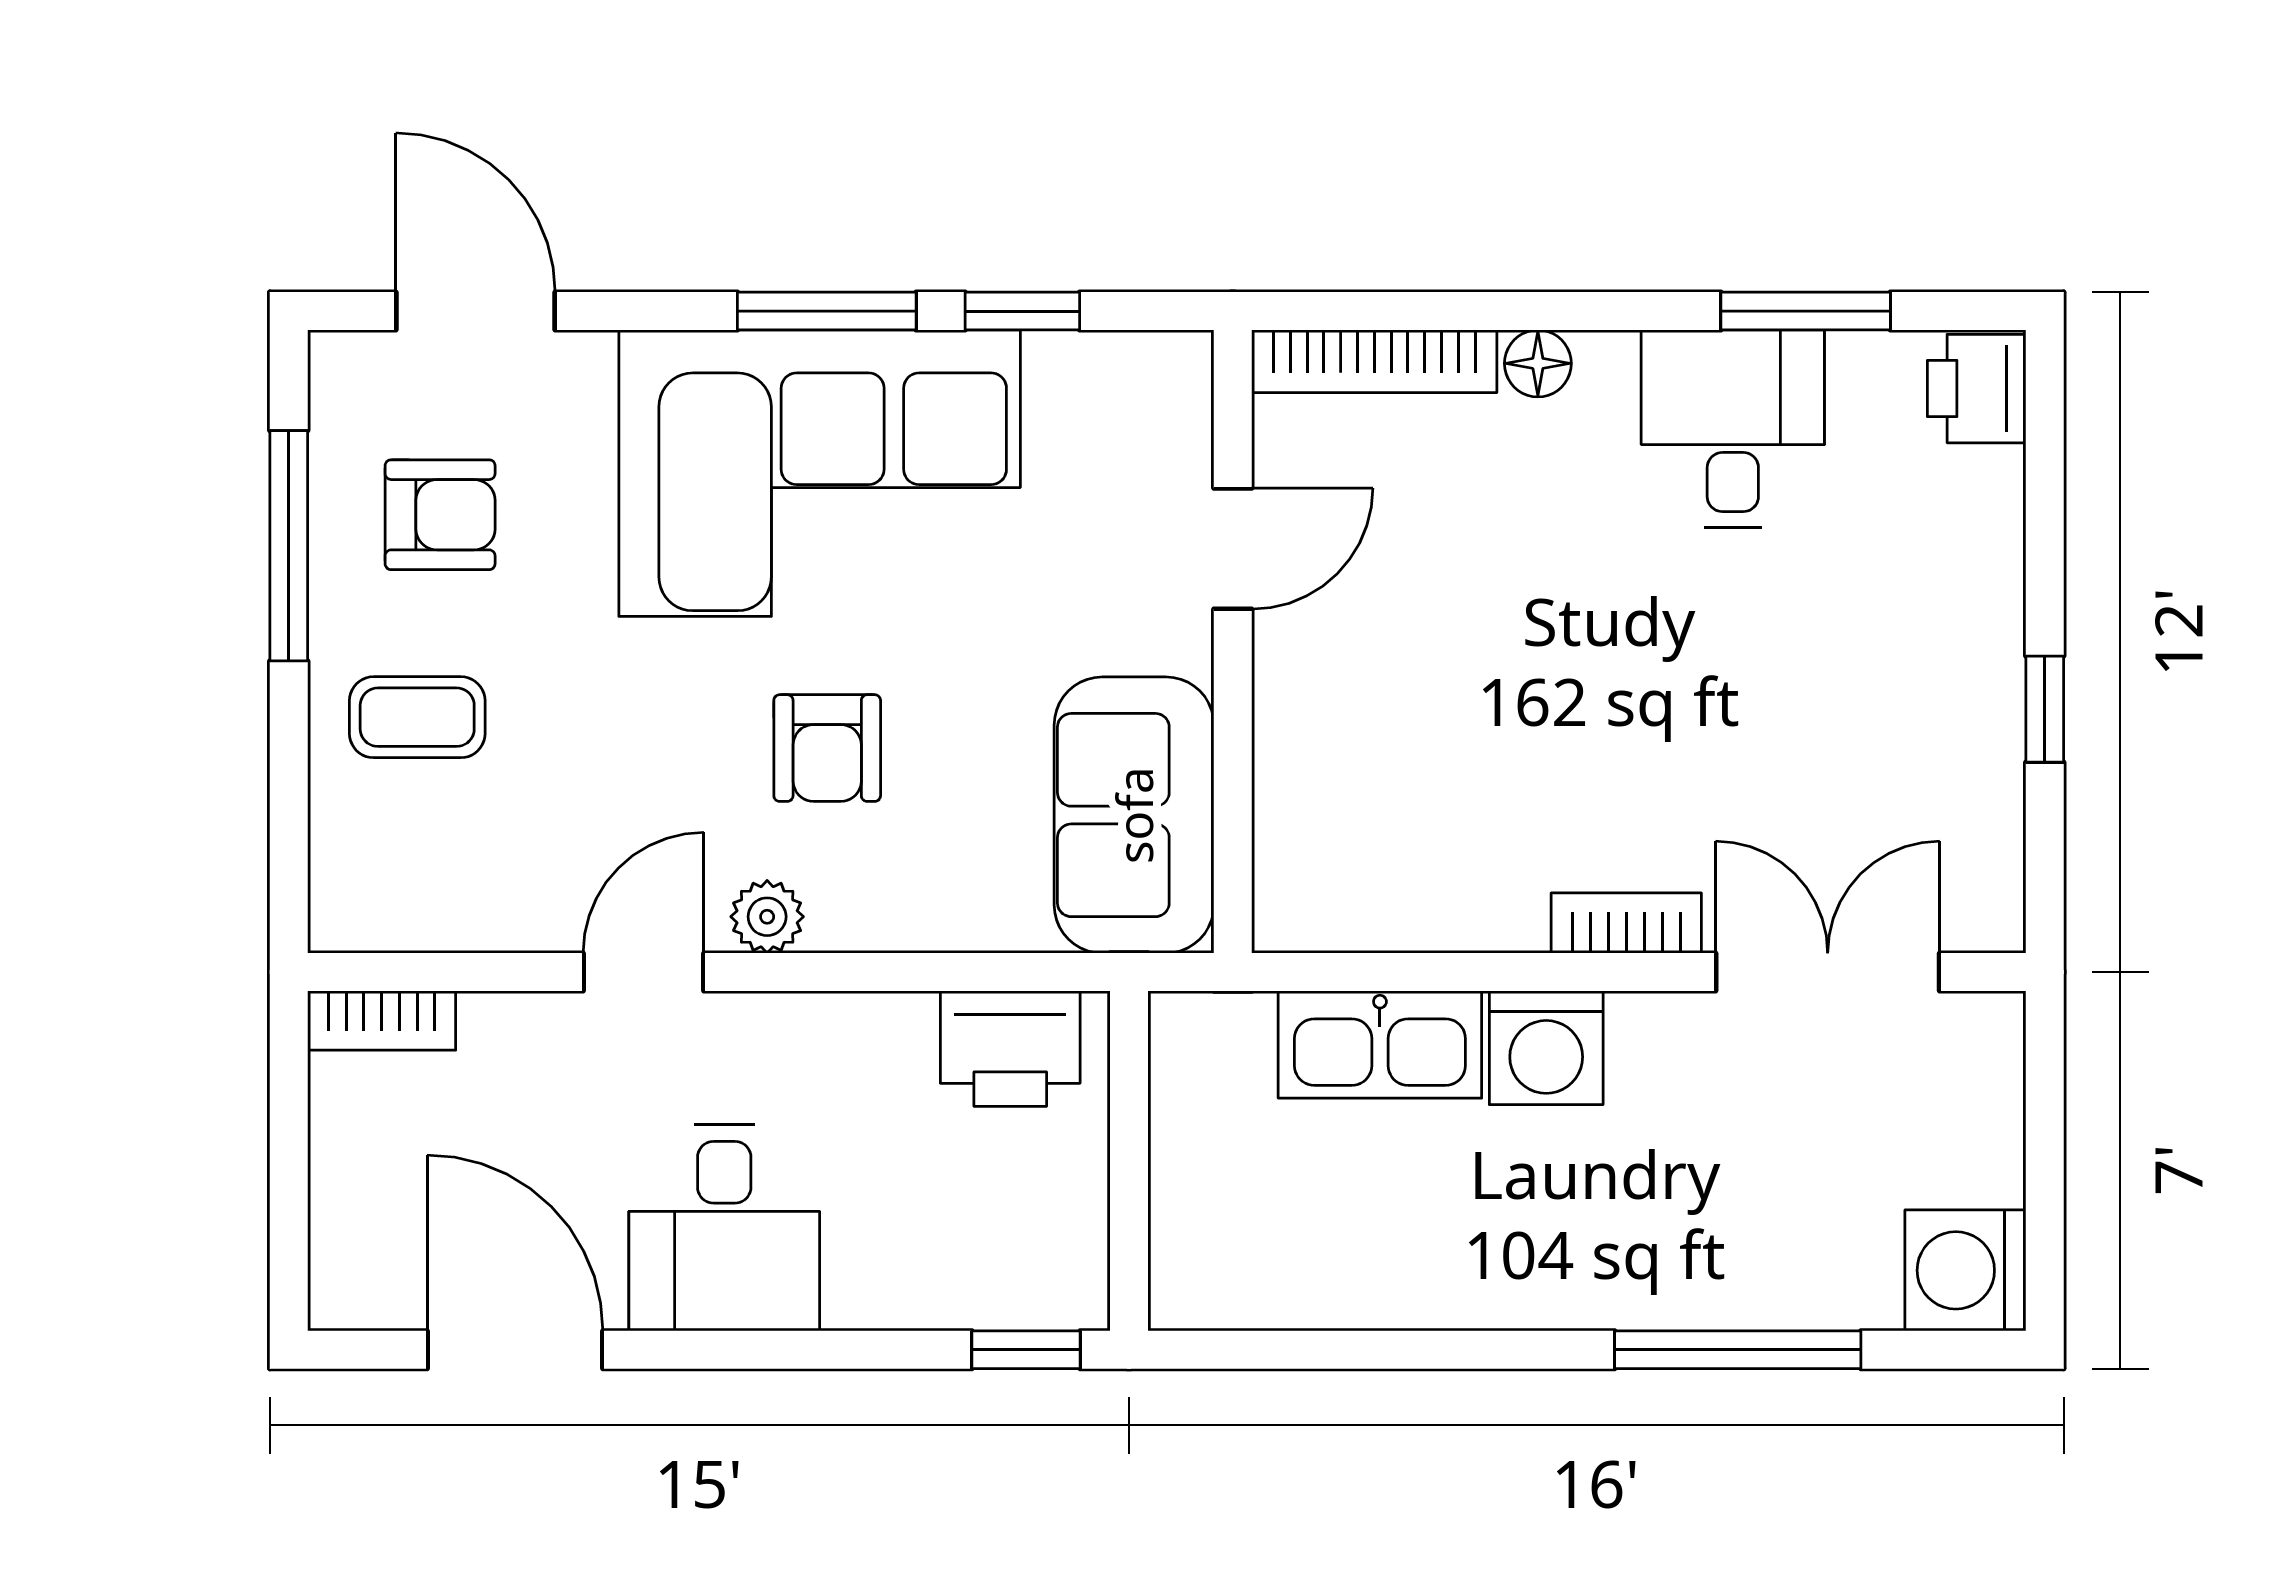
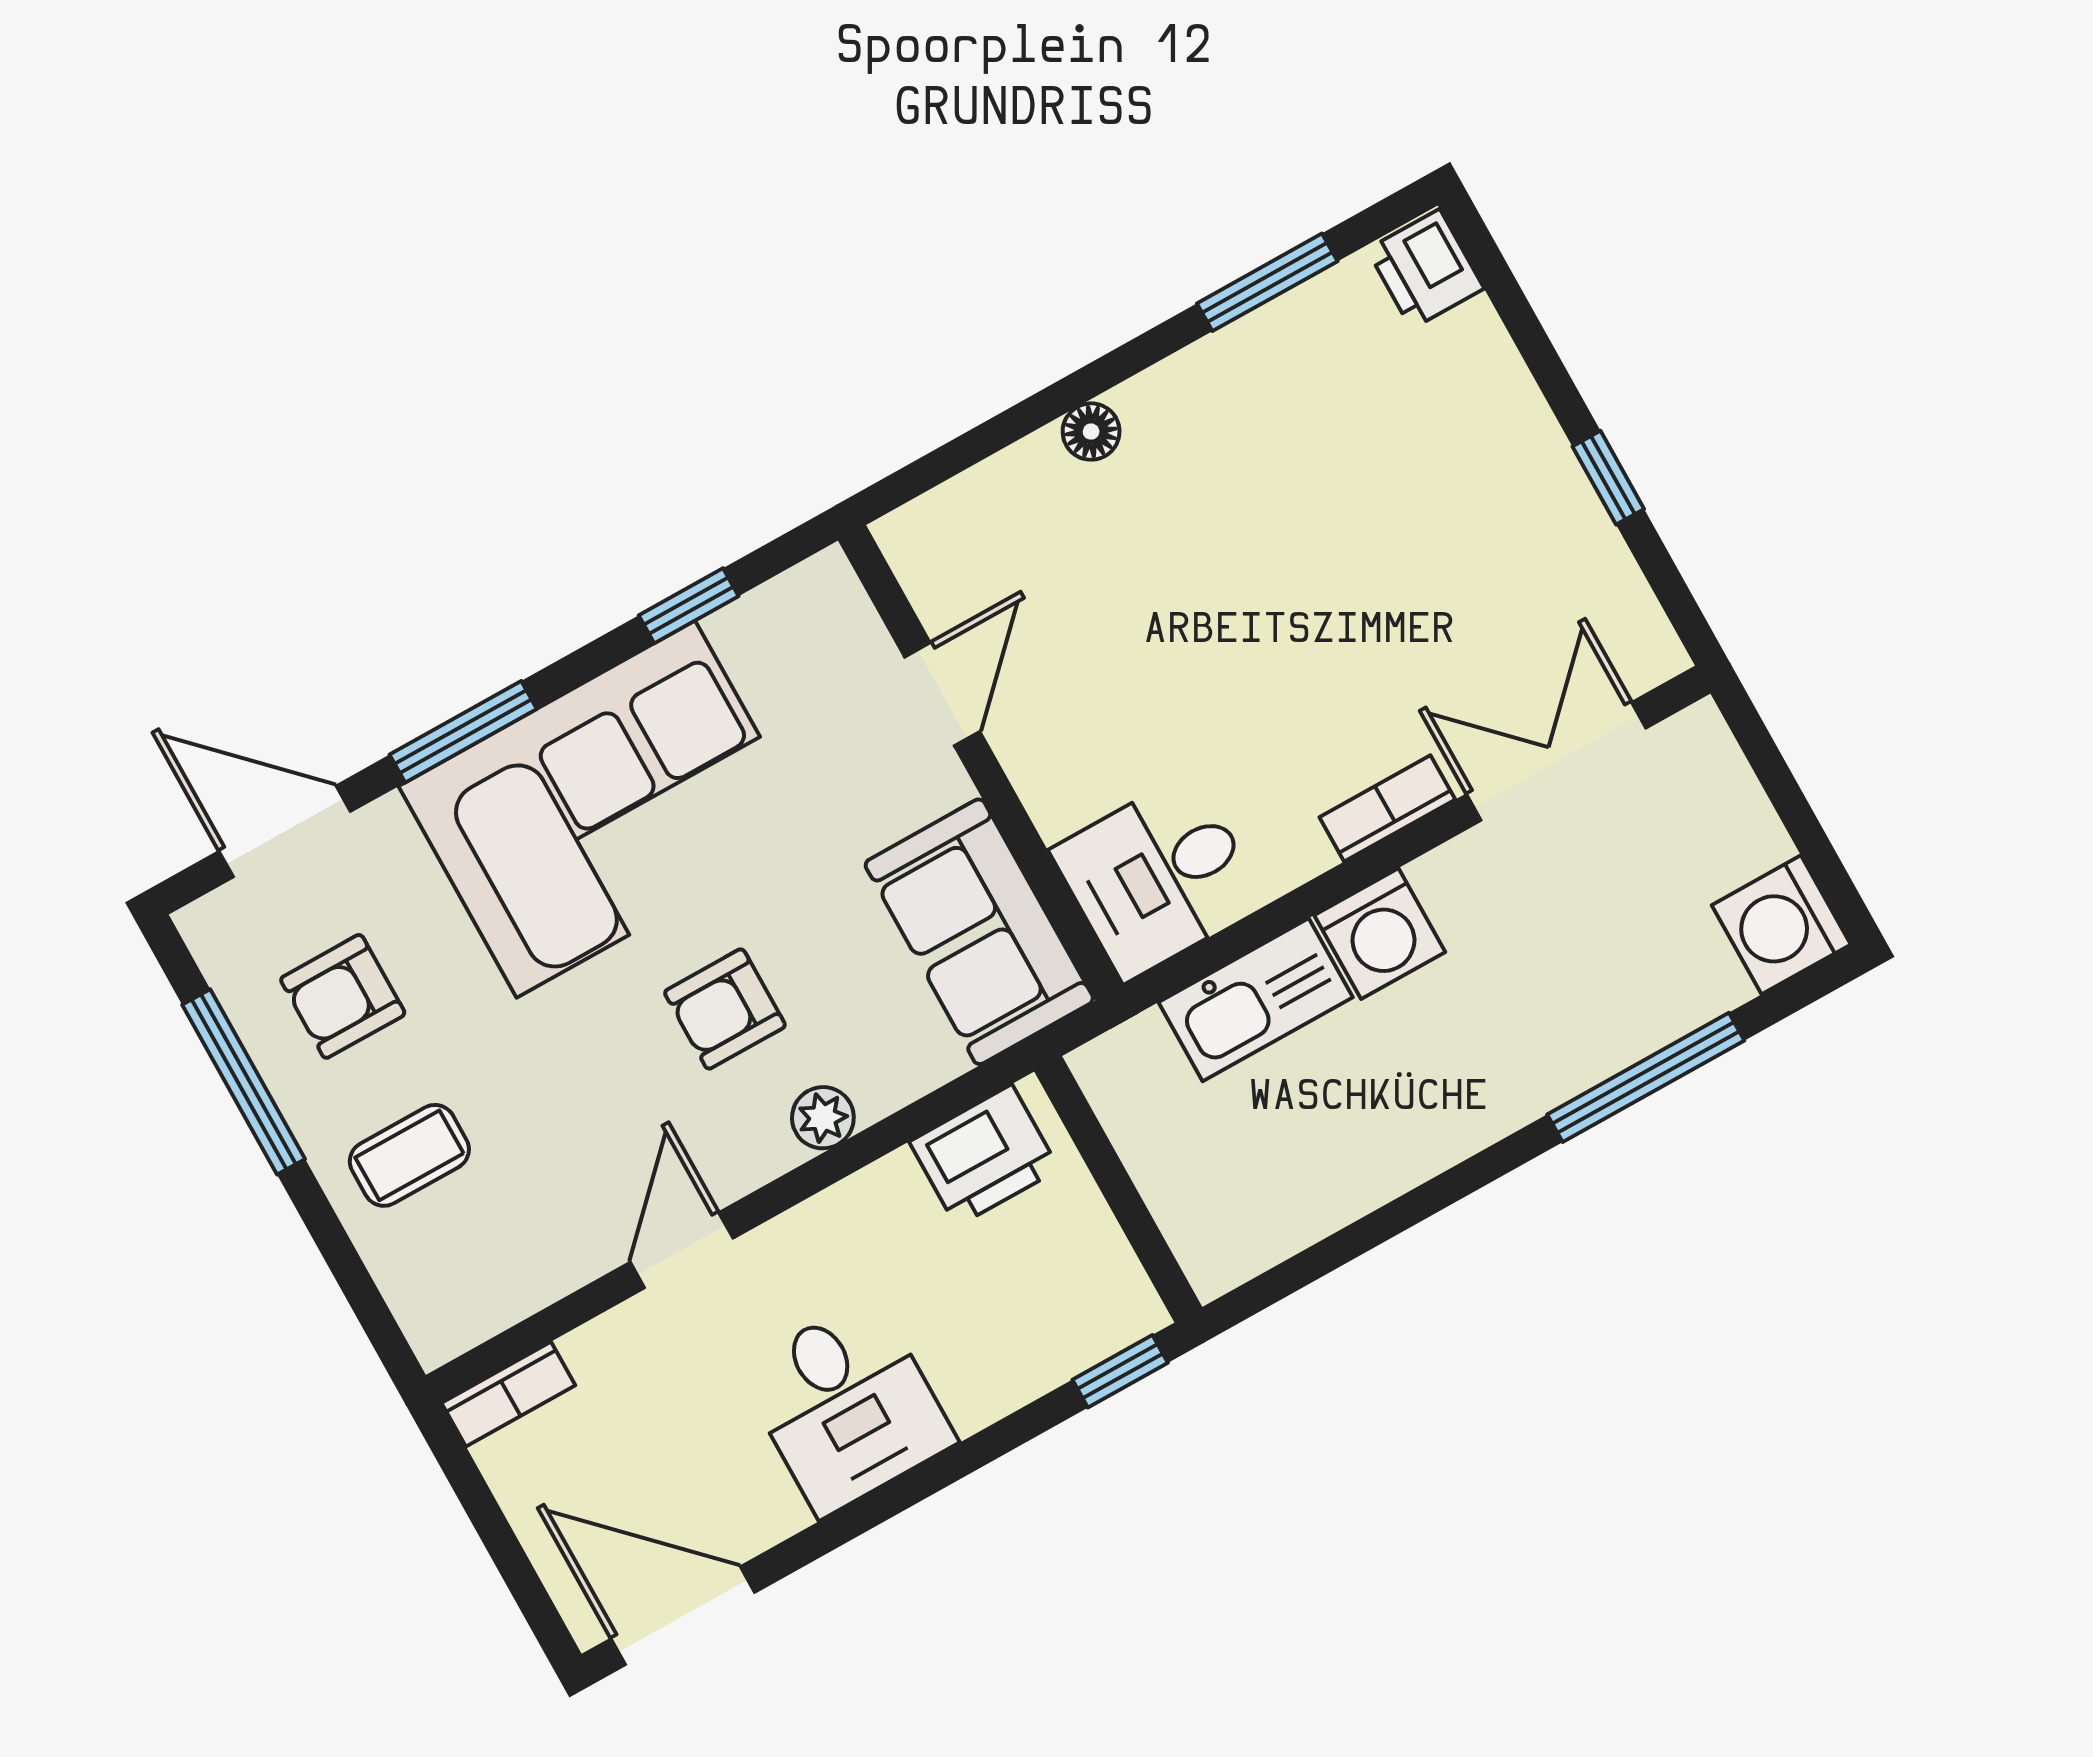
window: (827, 311) -> (463, 732), moved
bookcase: (1374, 361) -> (969, 498), removed
desk: (1733, 429) -> (1158, 877), moved, turned -90
armchair: (440, 515) -> (343, 996), turned 180
armchair: (827, 748) -> (725, 1009), turned 90
plant: (767, 917) -> (823, 1118), moved
door: (515, 1350) -> (683, 1616), moved

